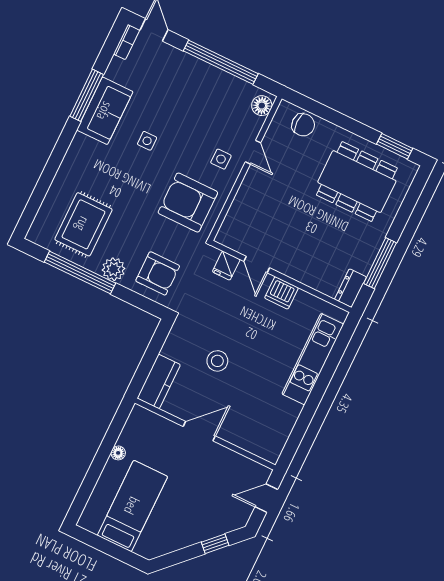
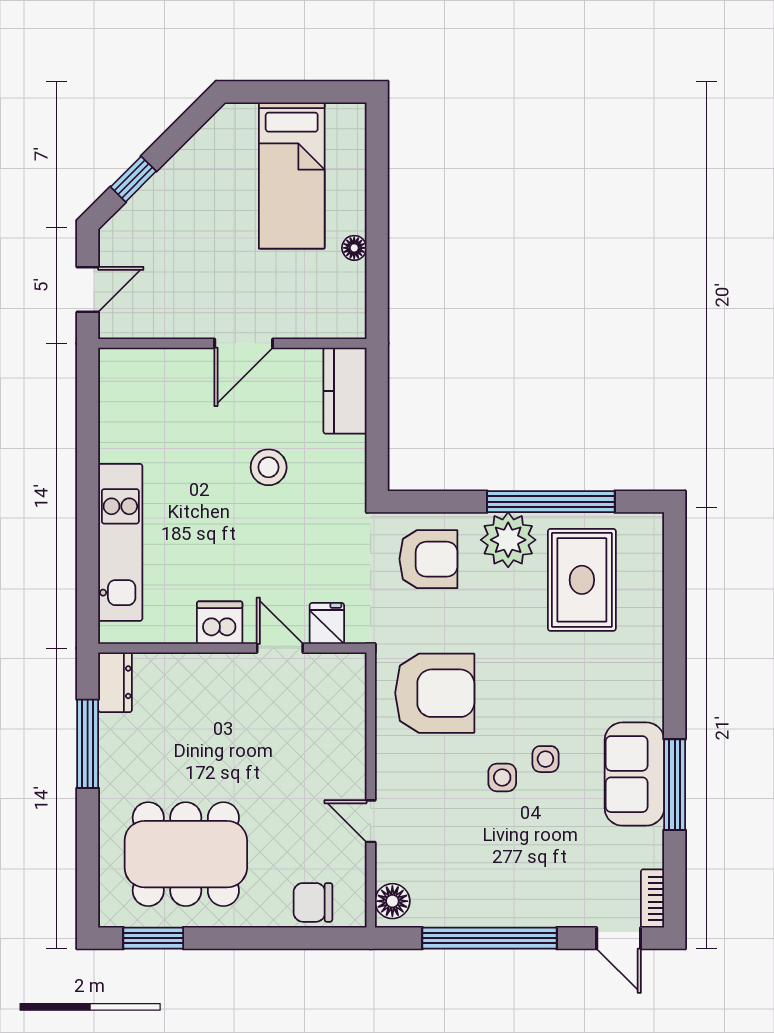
side table: (221, 159) -> (502, 777), moved
plant: (114, 269) -> (508, 540), width x1.36, depth x1.36
armchair: (158, 273) -> (428, 559), turned 180

